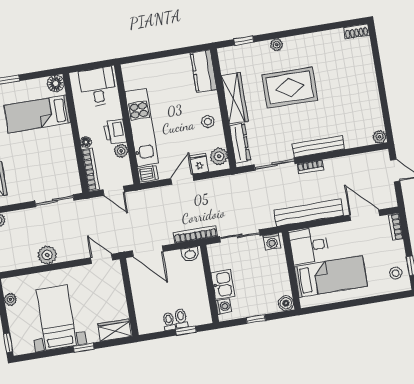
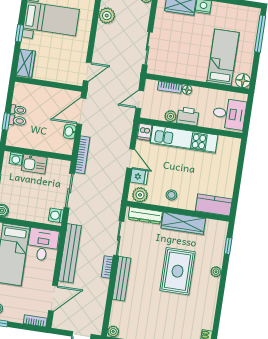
bookcase: (90, 170) -> (170, 87), width x0.64
washbasin: (190, 254) -> (70, 132), moved
plant: (47, 255) -> (107, 16), moved

